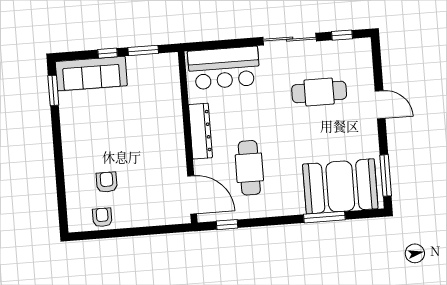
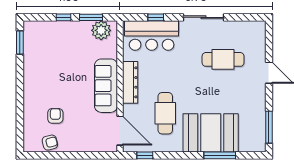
window: (342, 35) -> (156, 17), moved
plant: (158, 66) -> (101, 30), added
sofa: (91, 74) -> (106, 86), moved, turned 90
booth: (340, 186) -> (211, 133), moved
armchair: (102, 217) -> (50, 143), turned 76

